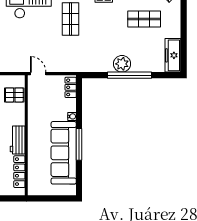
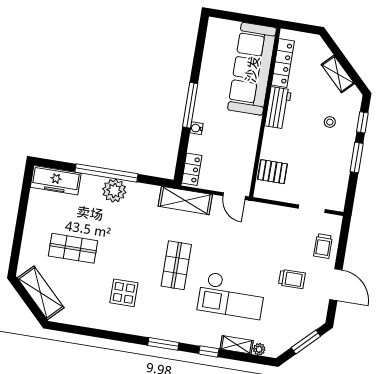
freezer: (173, 55) -> (56, 180), moved, turned 90
shelving: (72, 65) -> (185, 200), added
window: (79, 144) -> (190, 105), moved
sofa: (64, 153) -> (252, 69), moved, turned 180

